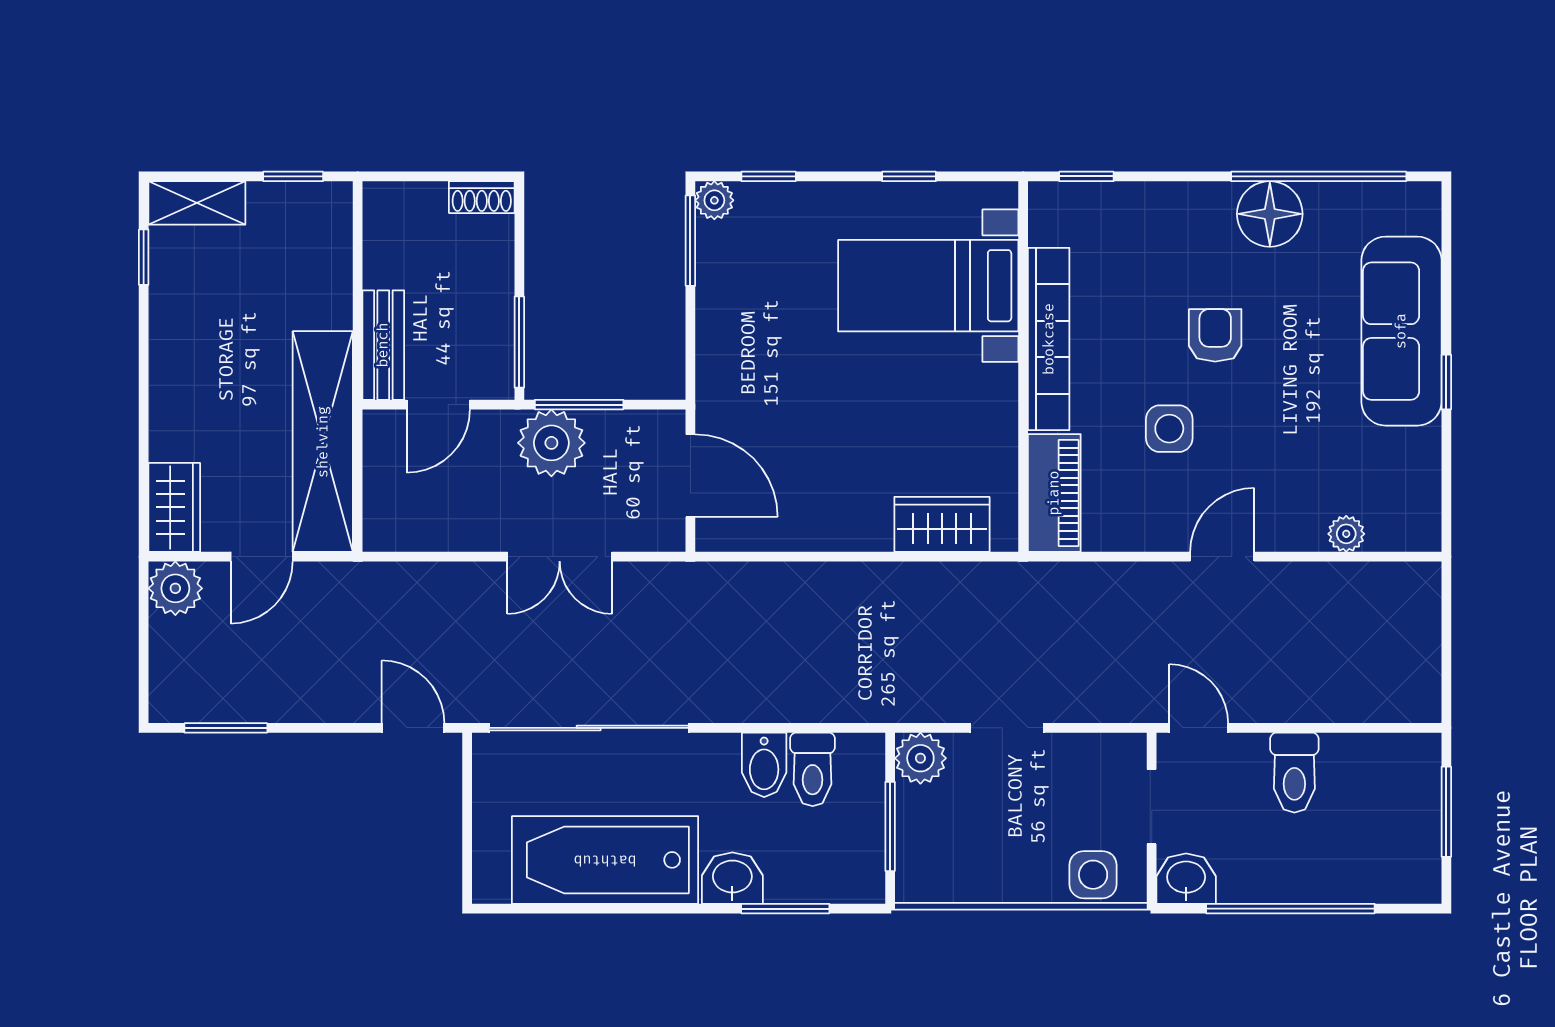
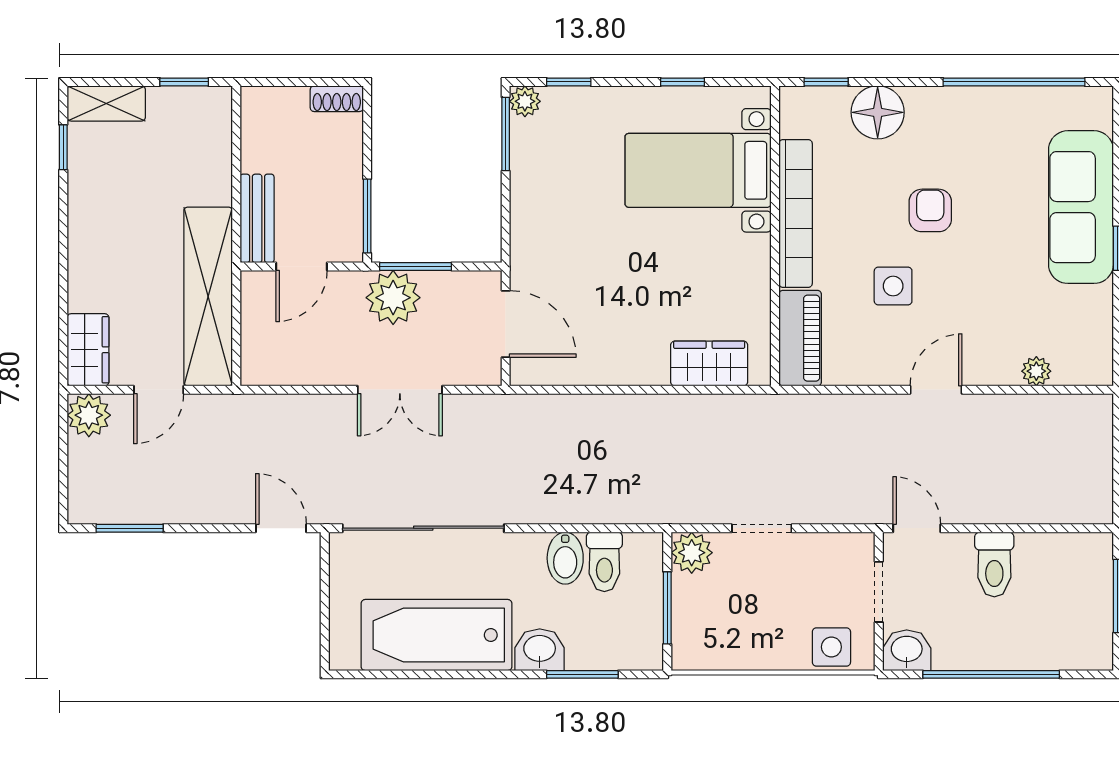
floor lamp: (1270, 214) -> (878, 112), moved

